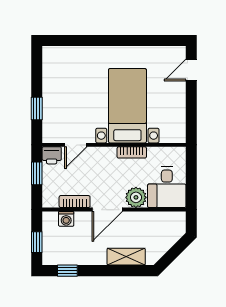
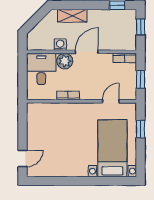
bed with nightstands: (127, 106) -> (112, 148), moved, turned 180
printer: (52, 155) -> (129, 93), removed
bookcase: (75, 202) -> (125, 58), moved
washing machine: (66, 219) -> (60, 45), moved

